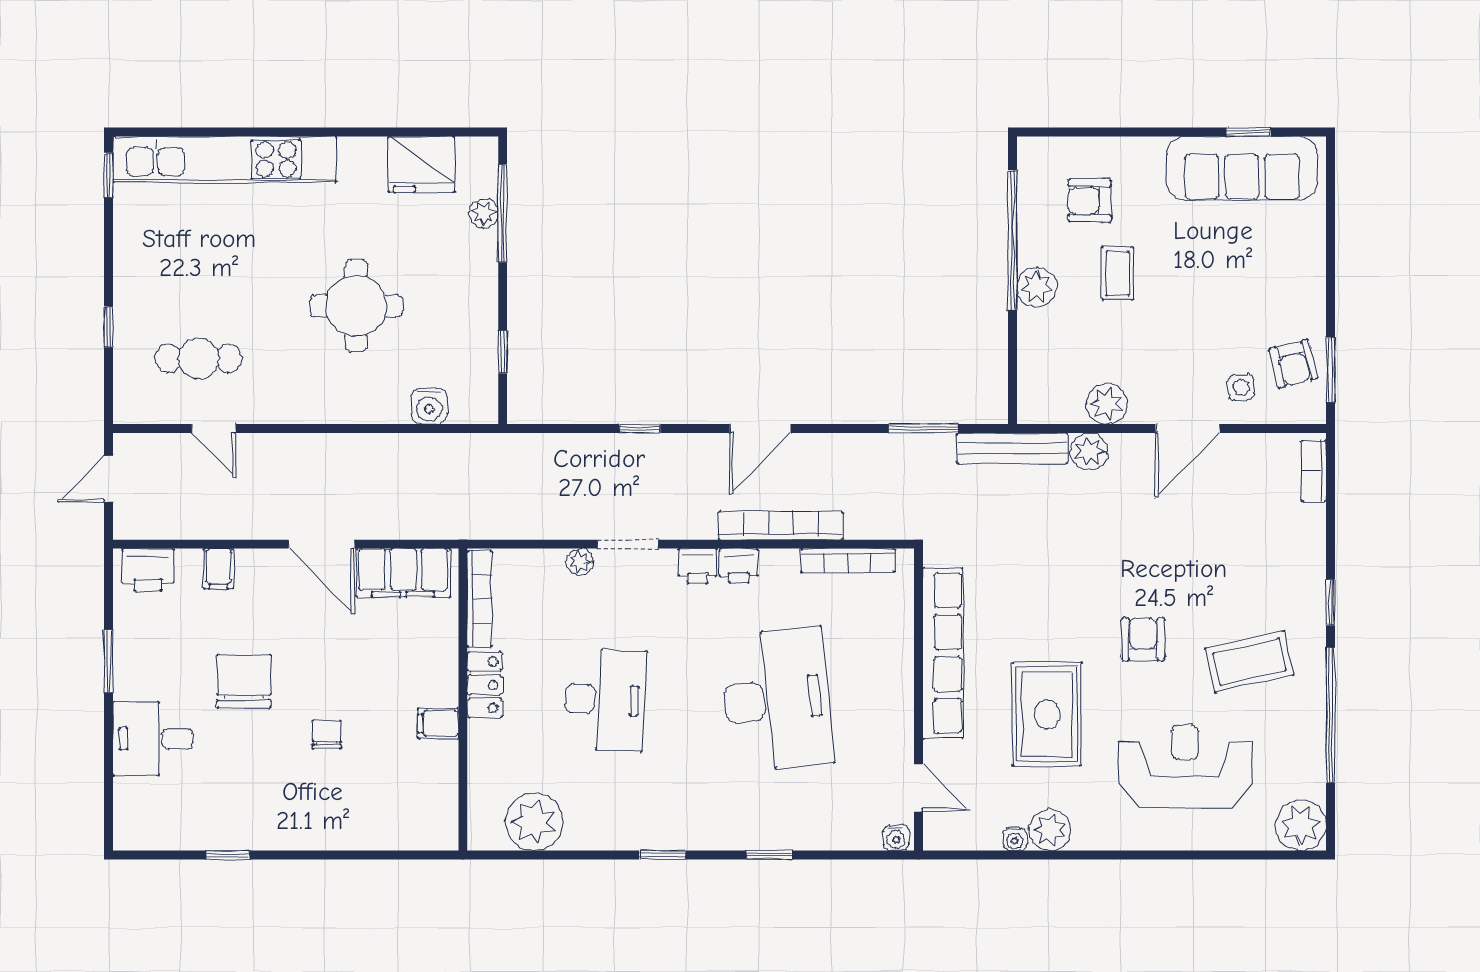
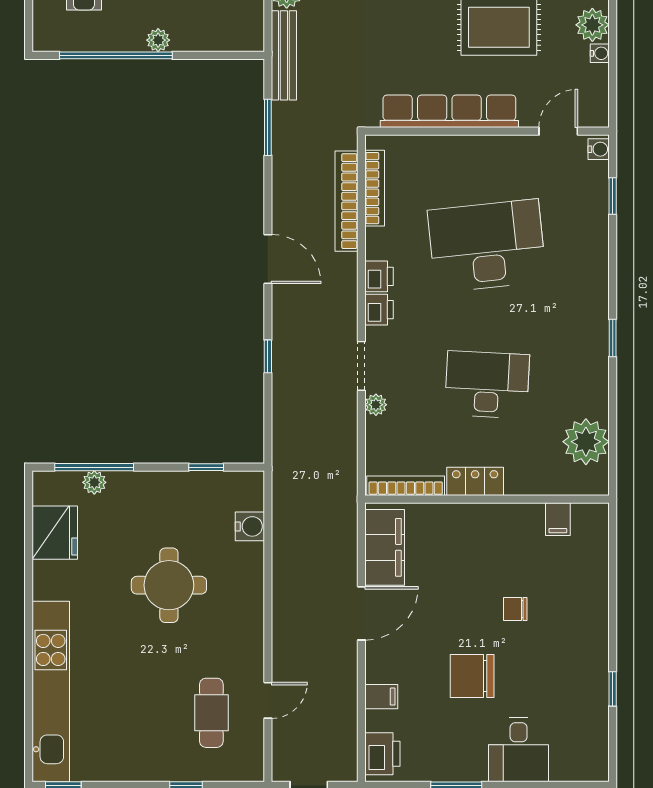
plant: (1037, 287) -> (158, 40), width x0.73, depth x0.73
bookcase: (781, 526) -> (347, 201), moved
filing cabinet: (438, 724) -> (558, 519), moved
window: (769, 855) -> (613, 196), moved

